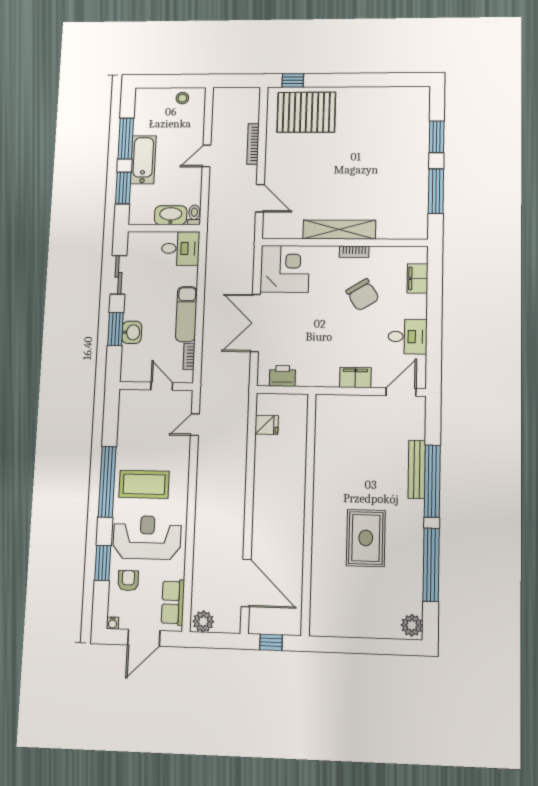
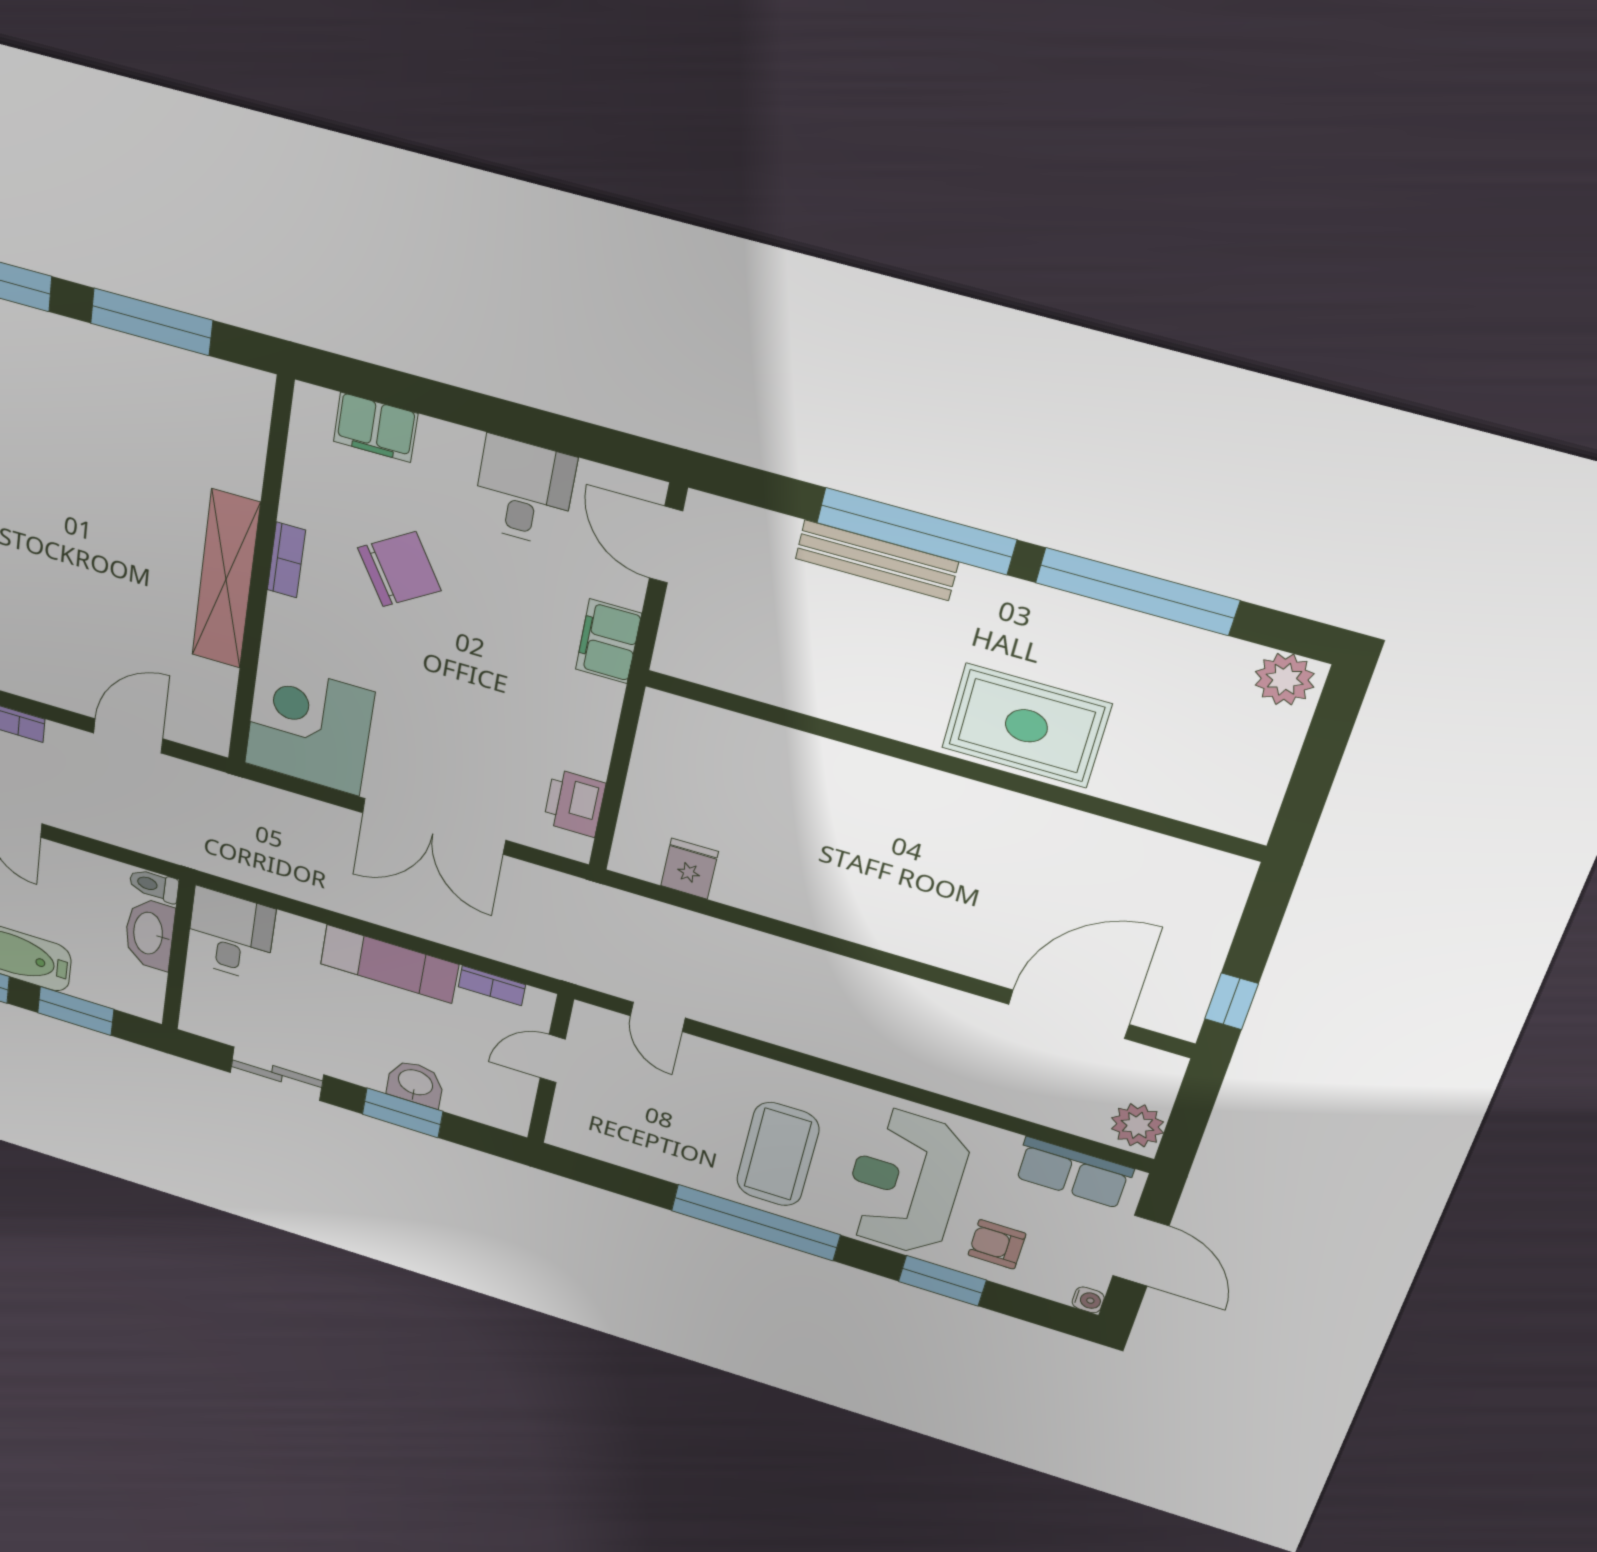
wall: (309, 513) -> (951, 765), moved

